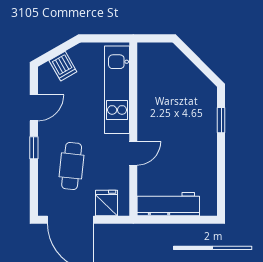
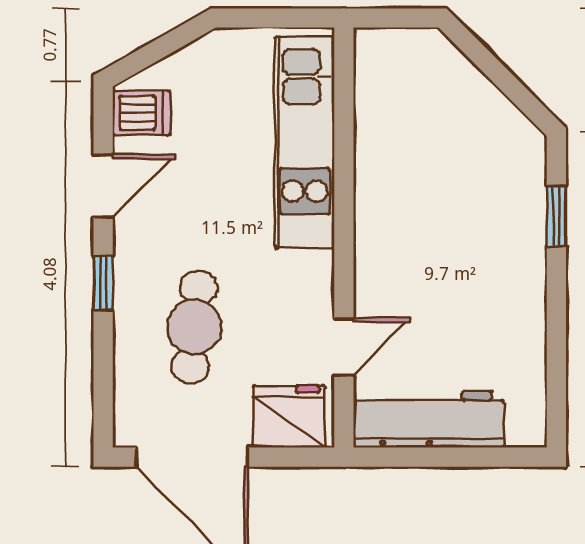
dishwasher: (63, 66) -> (141, 113), moved, turned -60
door: (133, 153) -> (344, 347), moved
fridge: (106, 203) -> (289, 417), width x1.38

